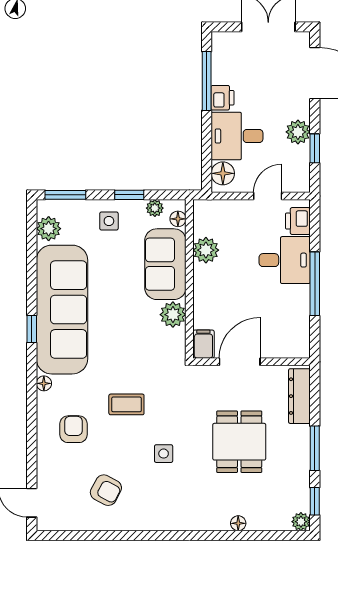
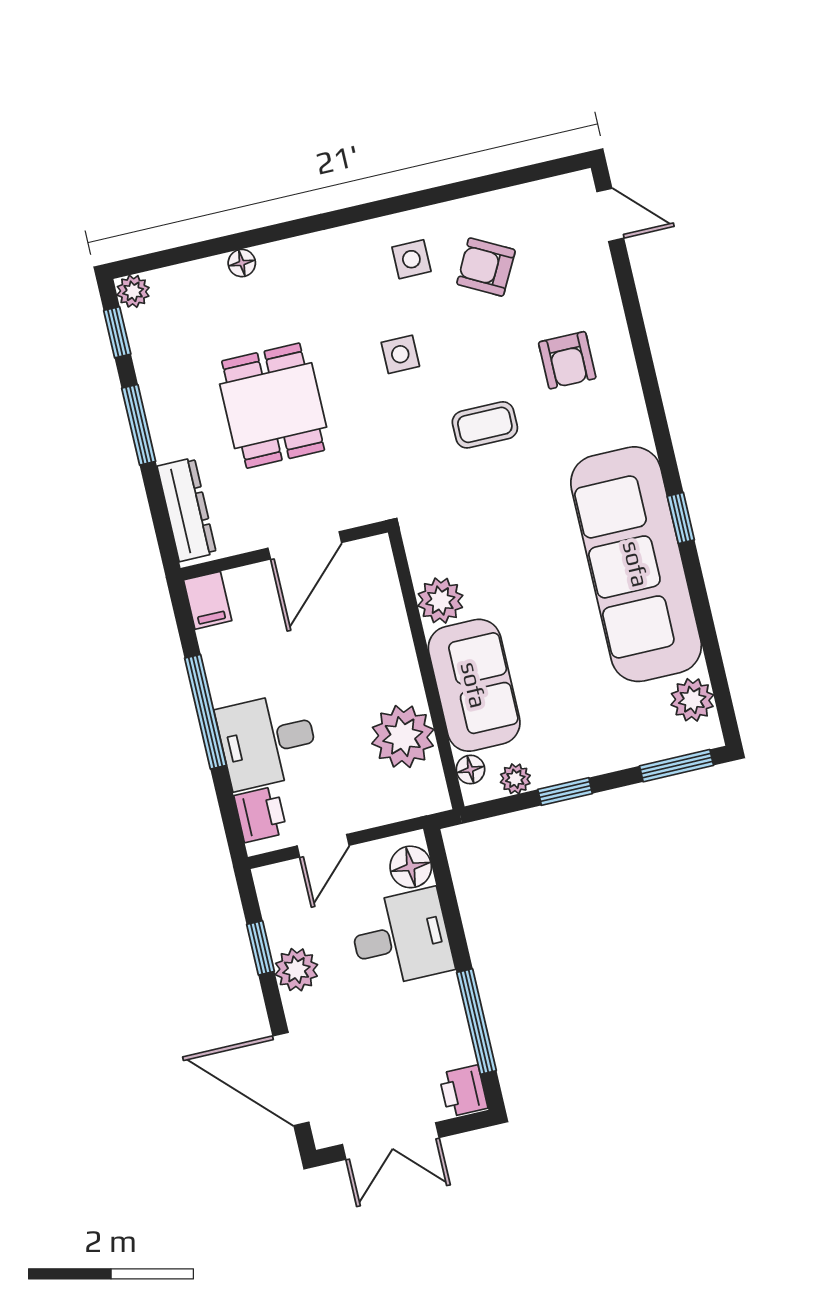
printer: (223, 98) -> (463, 1091), moved
side table: (109, 221) -> (411, 259), moved
plant: (206, 250) -> (403, 737), width x1.36, depth x1.36
filing cabinet: (203, 344) -> (208, 600), moved
floor lamp: (44, 383) -> (638, 428), removed

